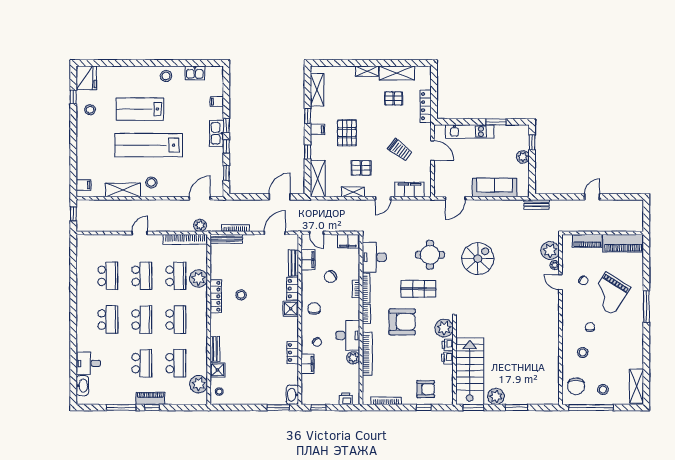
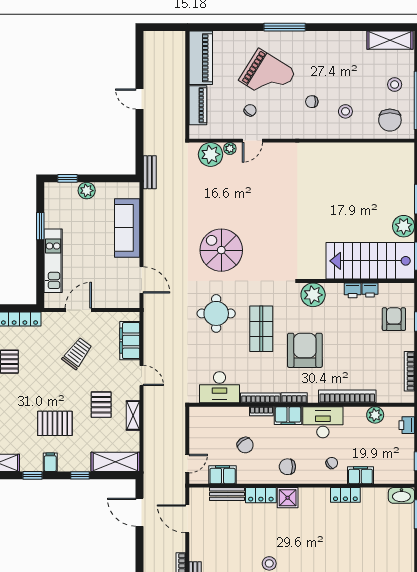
filing cabinet: (348, 241) -> (288, 416), moved, turned 90
printer: (448, 345) -> (370, 290), moved
plant: (353, 358) -> (375, 415), moved
chair: (576, 386) -> (390, 120), turned 90

